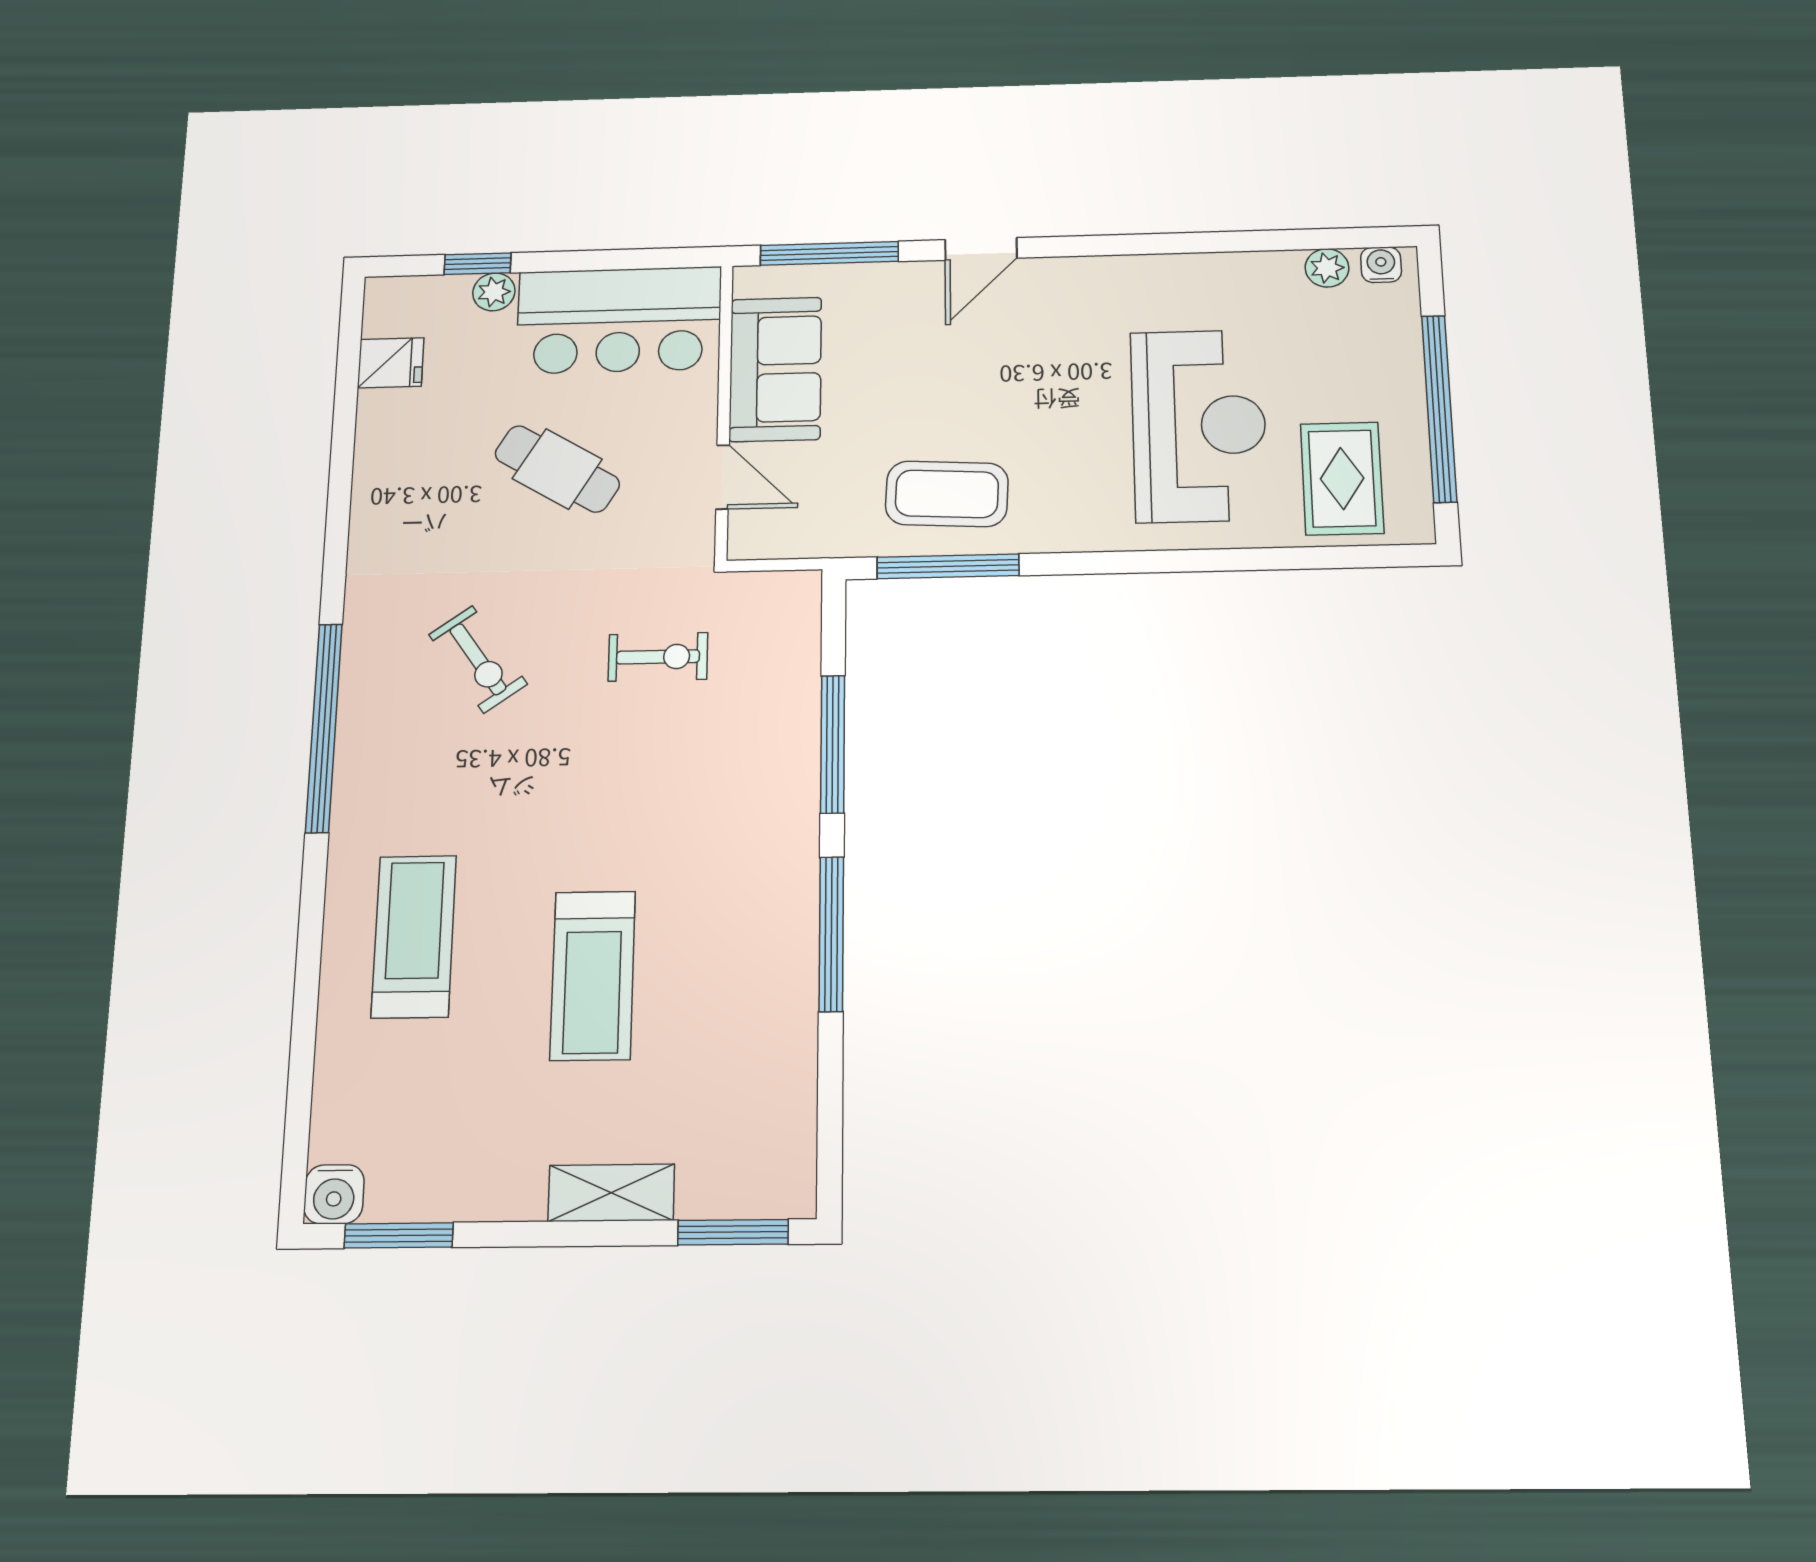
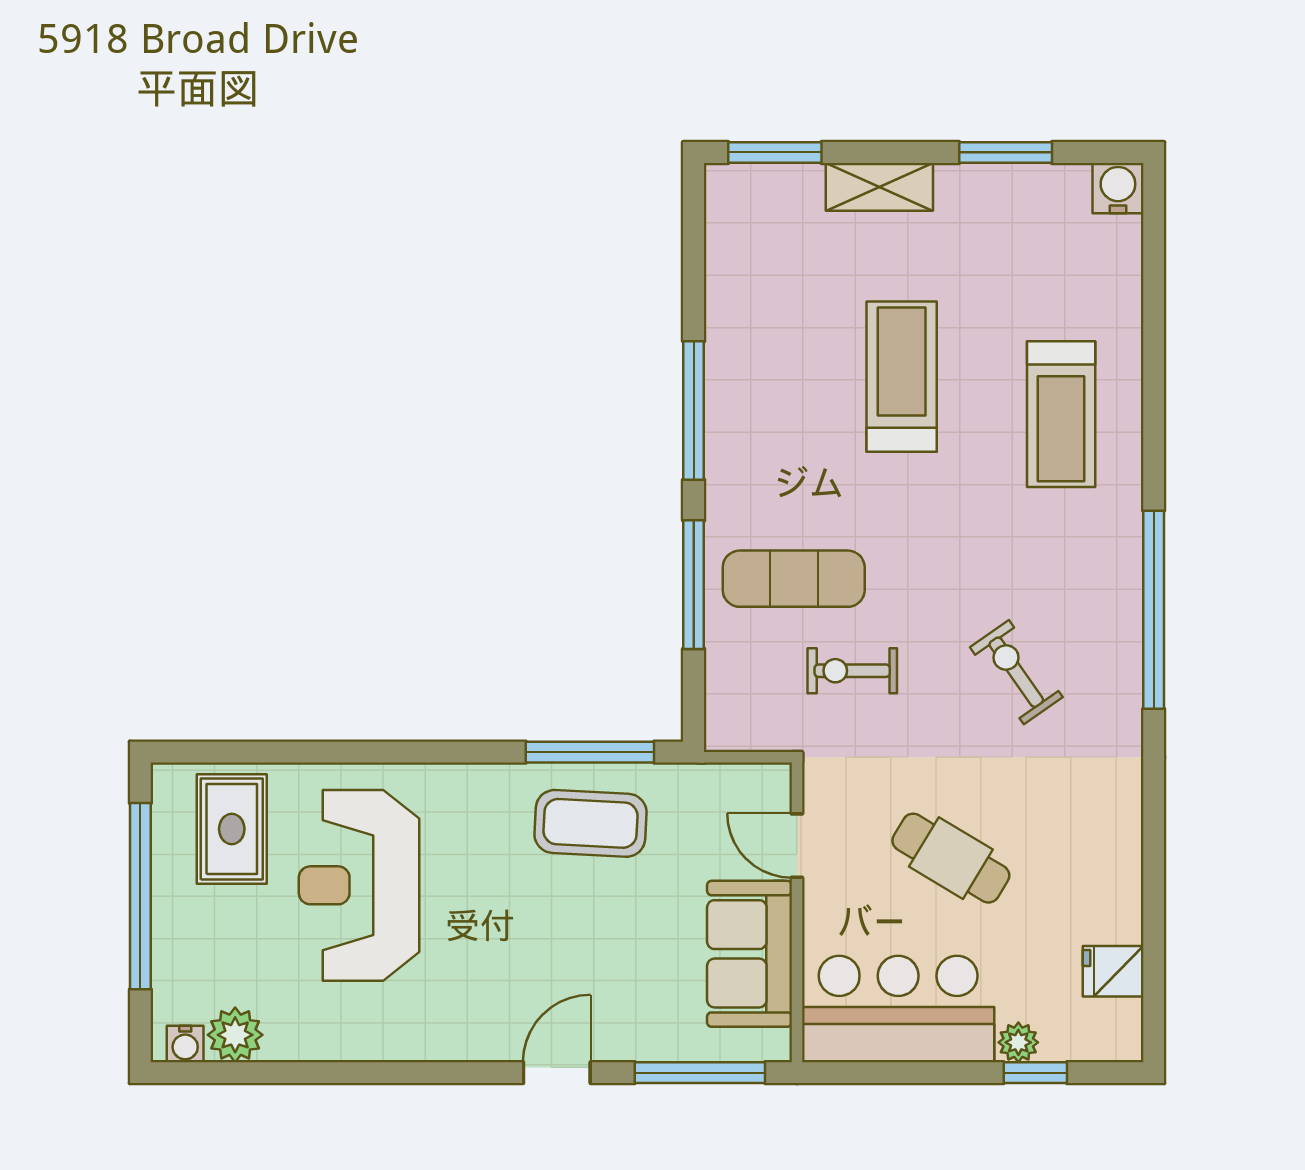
plant: (1327, 268) -> (235, 1035), width x1.38, depth x1.38
exercise mat: (720, 752) -> (794, 579), added
window: (399, 1235) -> (1006, 152), moved

